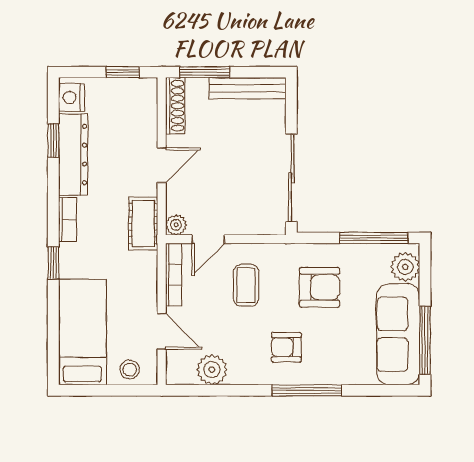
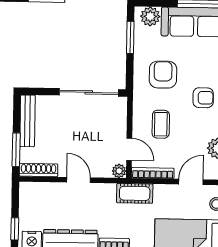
window: (123, 72) -> (15, 229), moved
cot: (143, 224) -> (135, 193), moved
window: (374, 238) -> (130, 37), width x0.69
coffee table: (246, 285) -> (161, 124), turned 90
armchair: (286, 347) -> (203, 98), turned -90

